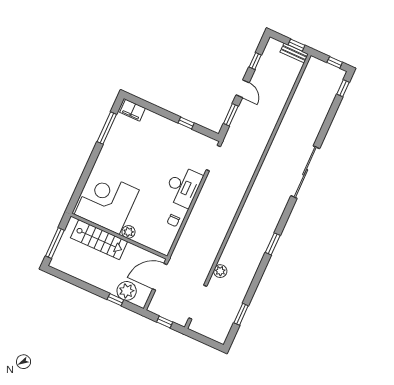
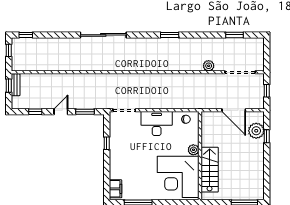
corner desk: (107, 202) -> (178, 177), moved
plant: (128, 232) -> (193, 150), moved
wall: (119, 236) -> (200, 156), moved
stairs: (99, 240) -> (210, 170), moved

